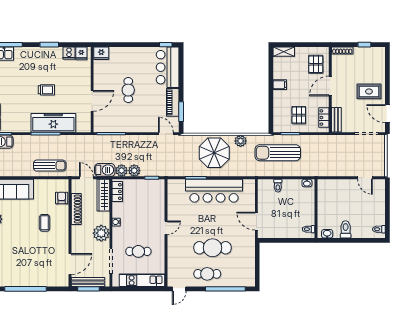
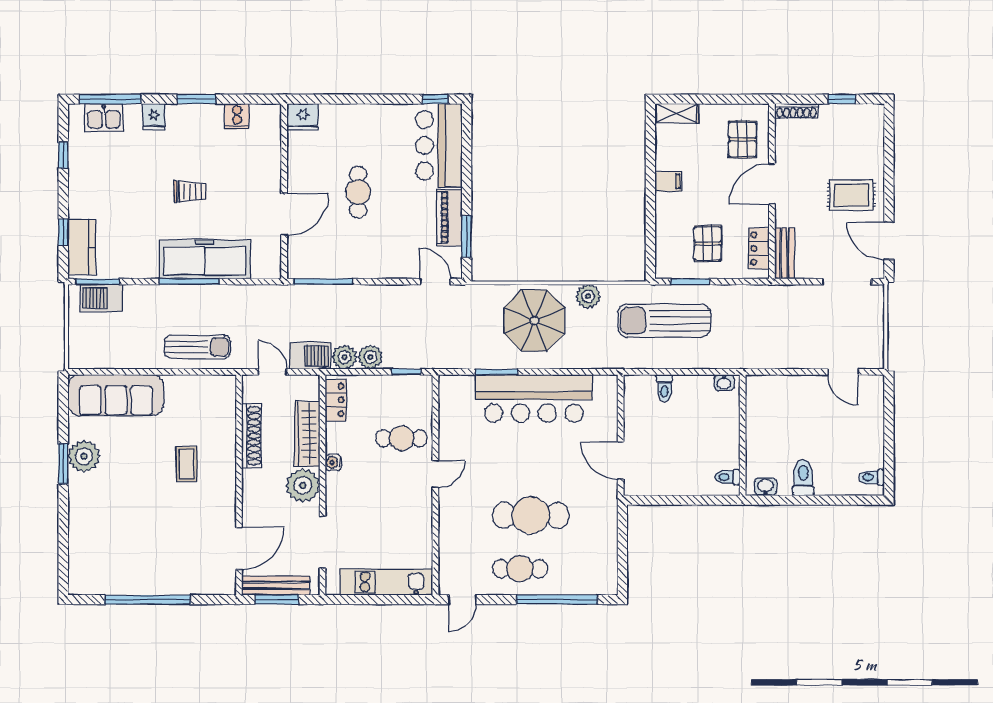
fridge: (81, 53) -> (154, 117), moved
wardrobe: (103, 195) -> (307, 434), moved
armchair: (62, 198) -> (222, 413), removed
cafe table: (138, 251) -> (401, 438), moved

